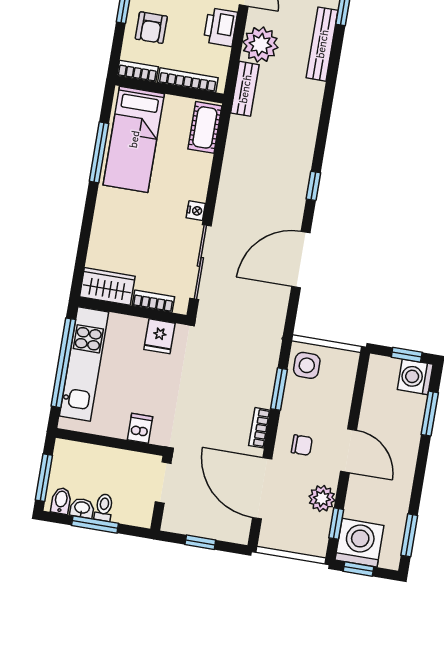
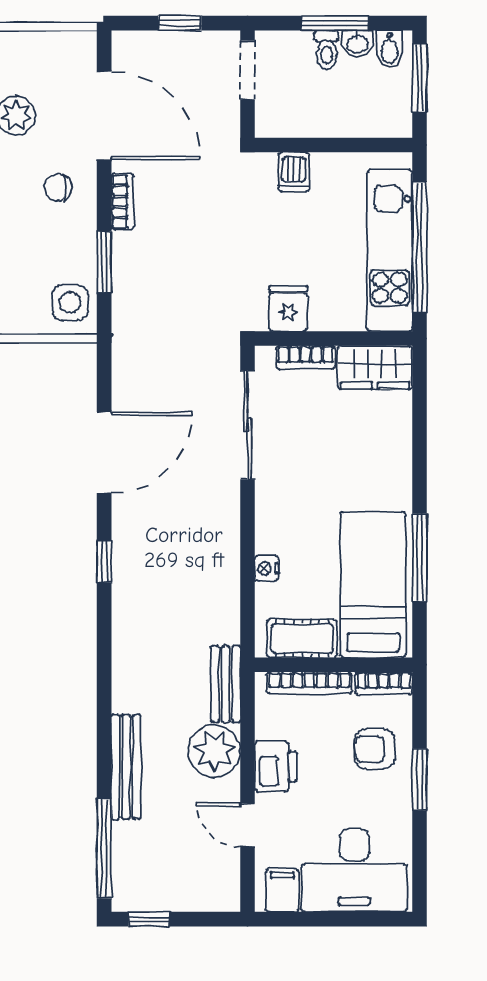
armchair: (151, 28) -> (375, 749), turned -90
cot: (205, 127) -> (302, 638), moved, turned 90
nightstand: (196, 211) -> (267, 568), moved
doorway: (163, 483) -> (247, 70), moved

